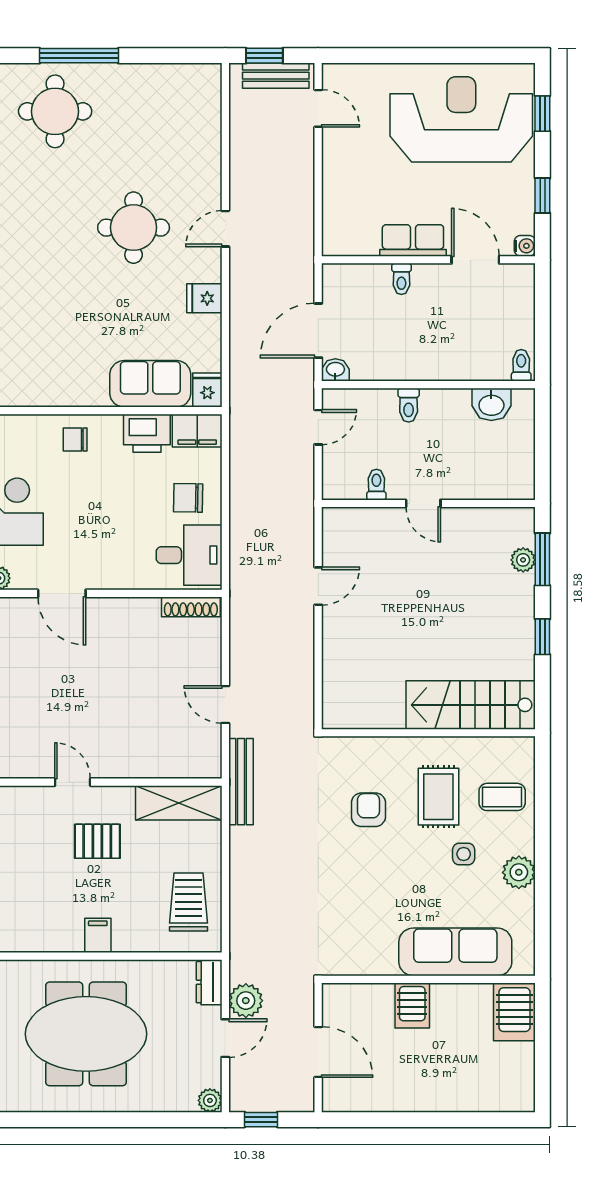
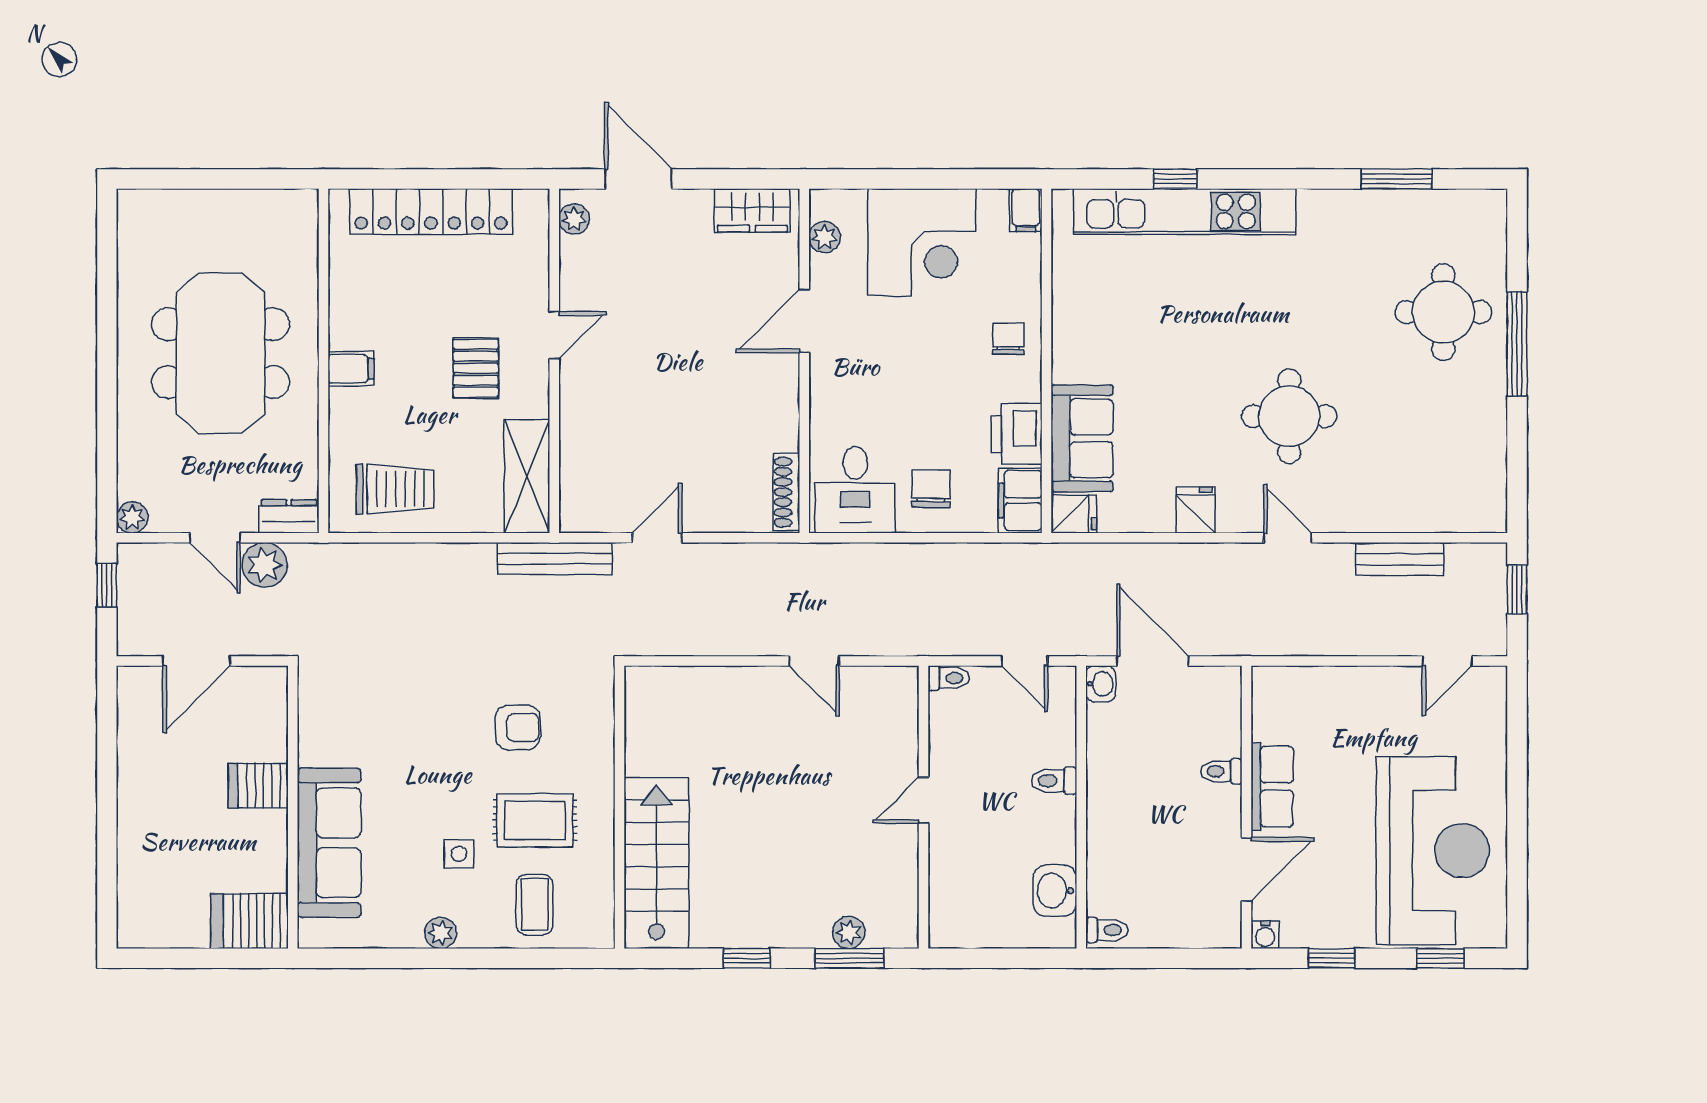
bench: (276, 76) -> (1399, 559), moved, turned 90
toilet: (376, 485) -> (949, 678), moved
plant: (519, 872) -> (441, 933), width x0.73, depth x0.73

